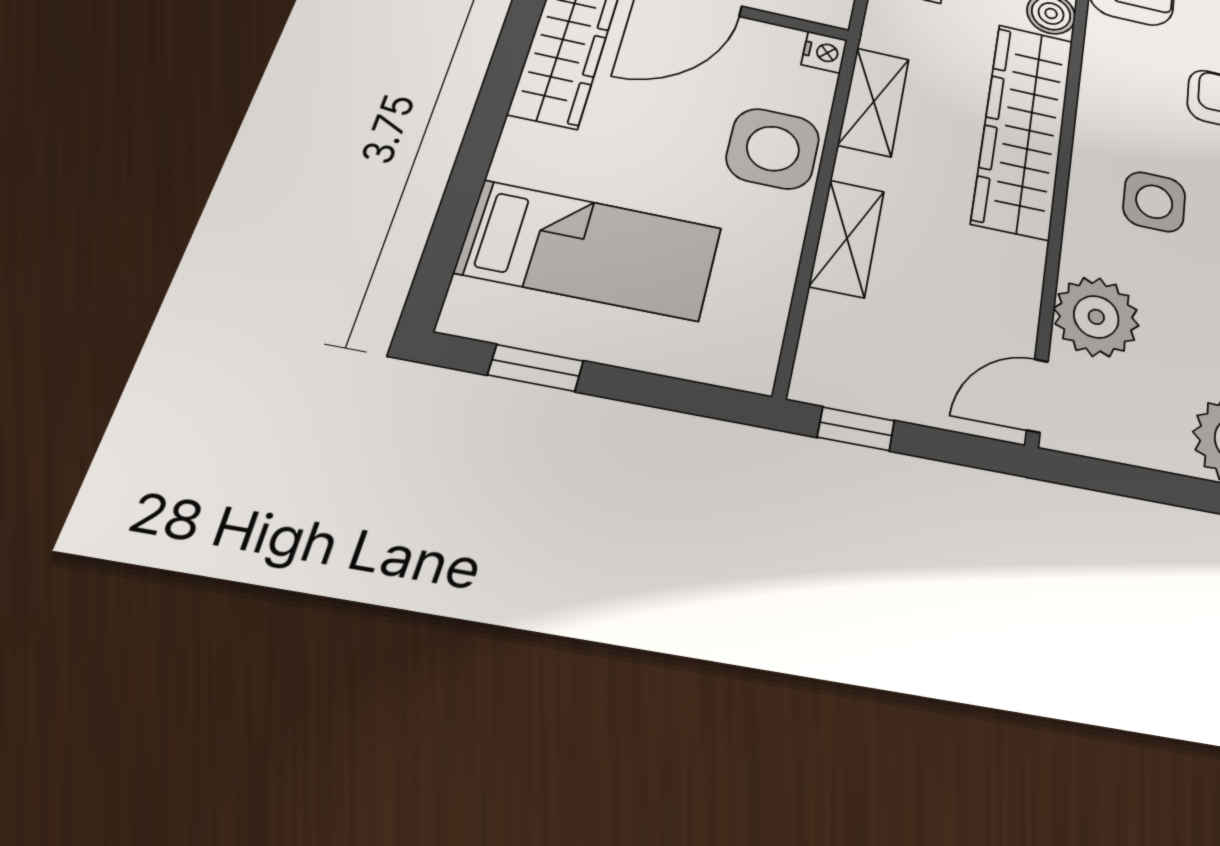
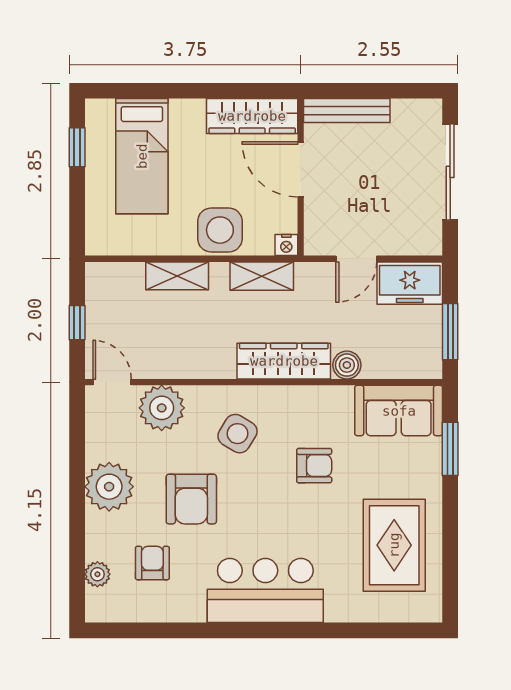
wardrobe: (1023, 129) -> (284, 361), width x0.71, depth x0.85
side table: (1154, 202) -> (237, 434), turned 31
window: (856, 429) -> (77, 323), moved

